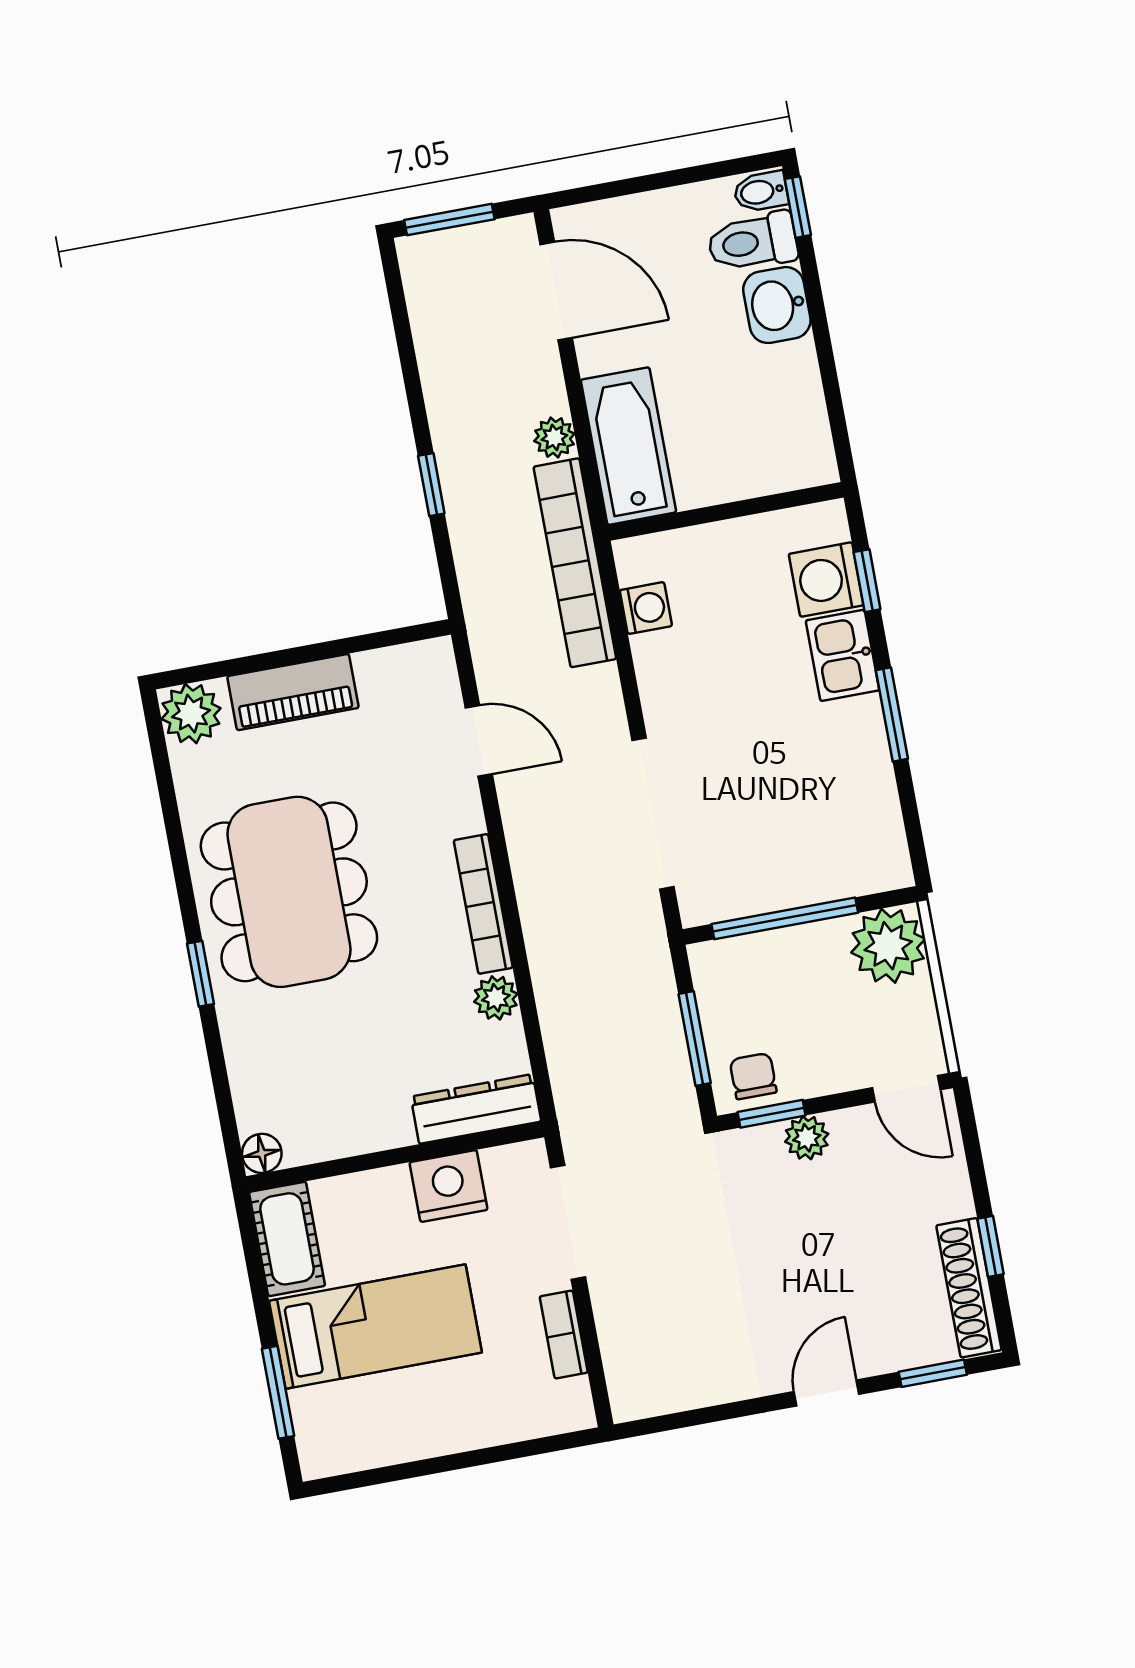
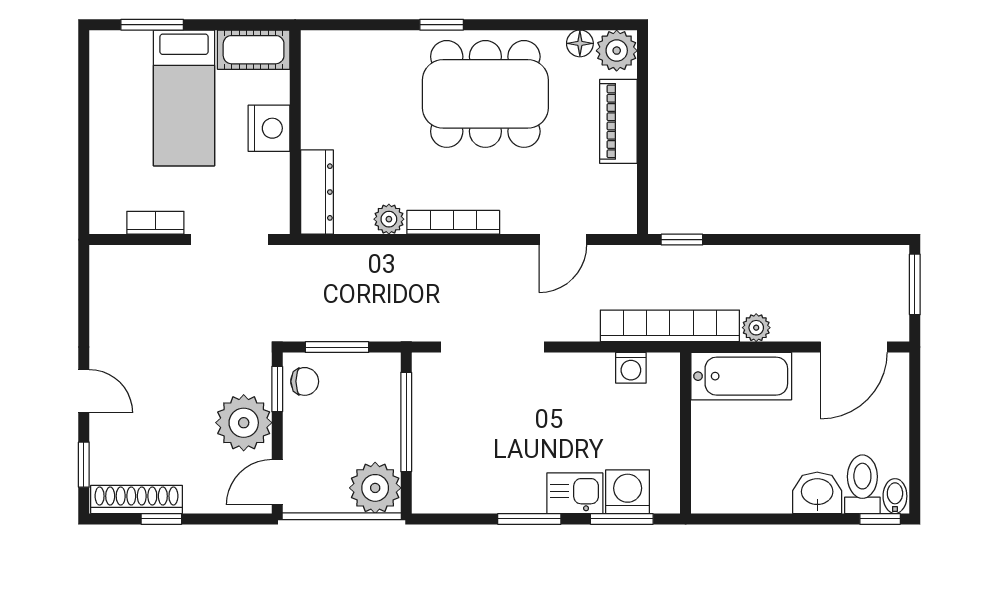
window: (431, 485) -> (682, 240), moved
window: (867, 581) -> (622, 519), width x1.50
plant: (807, 1138) -> (244, 423), width x1.87, depth x1.87
floor lamp: (262, 1153) -> (580, 43), moved
nightstand: (449, 1186) -> (269, 128), moved

